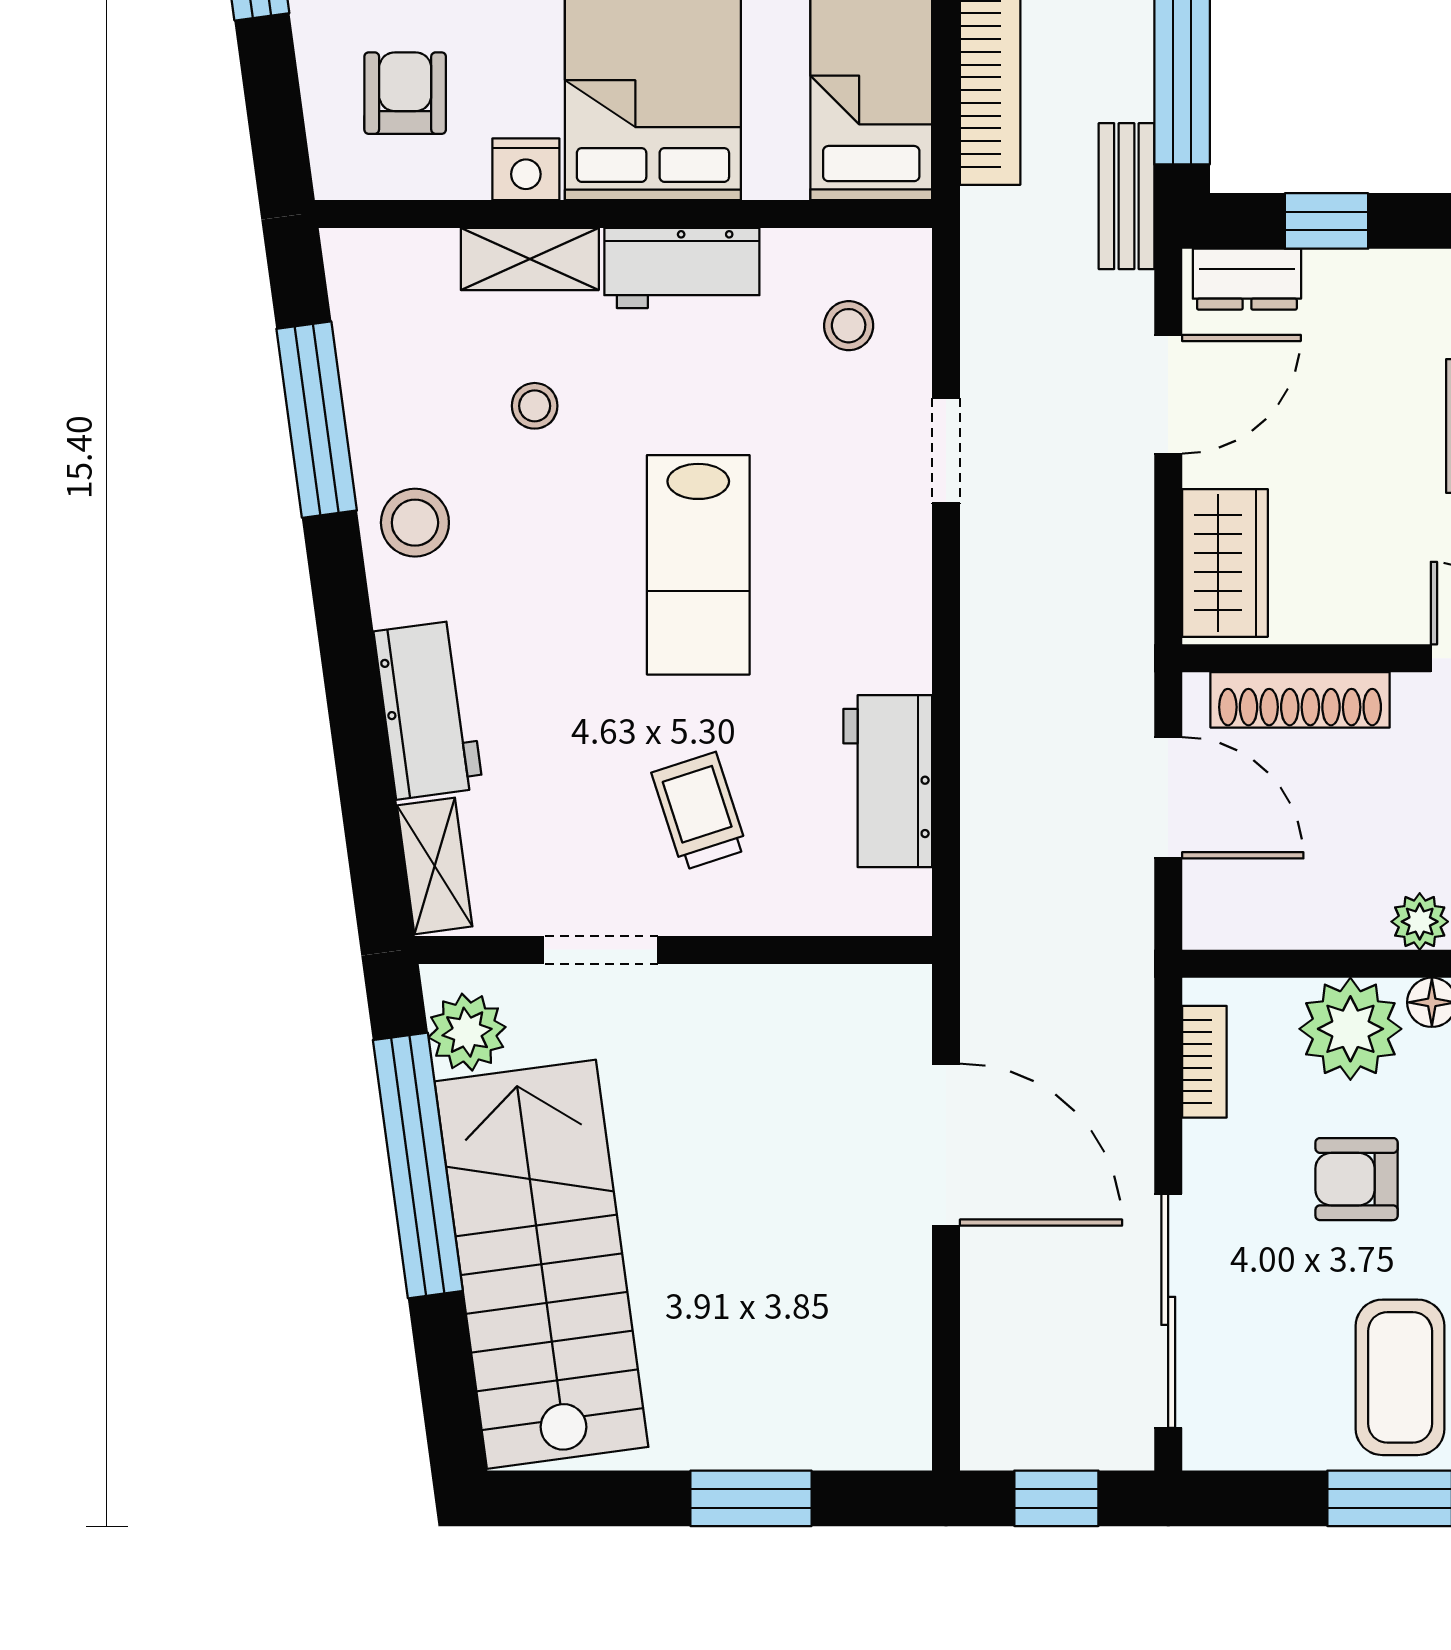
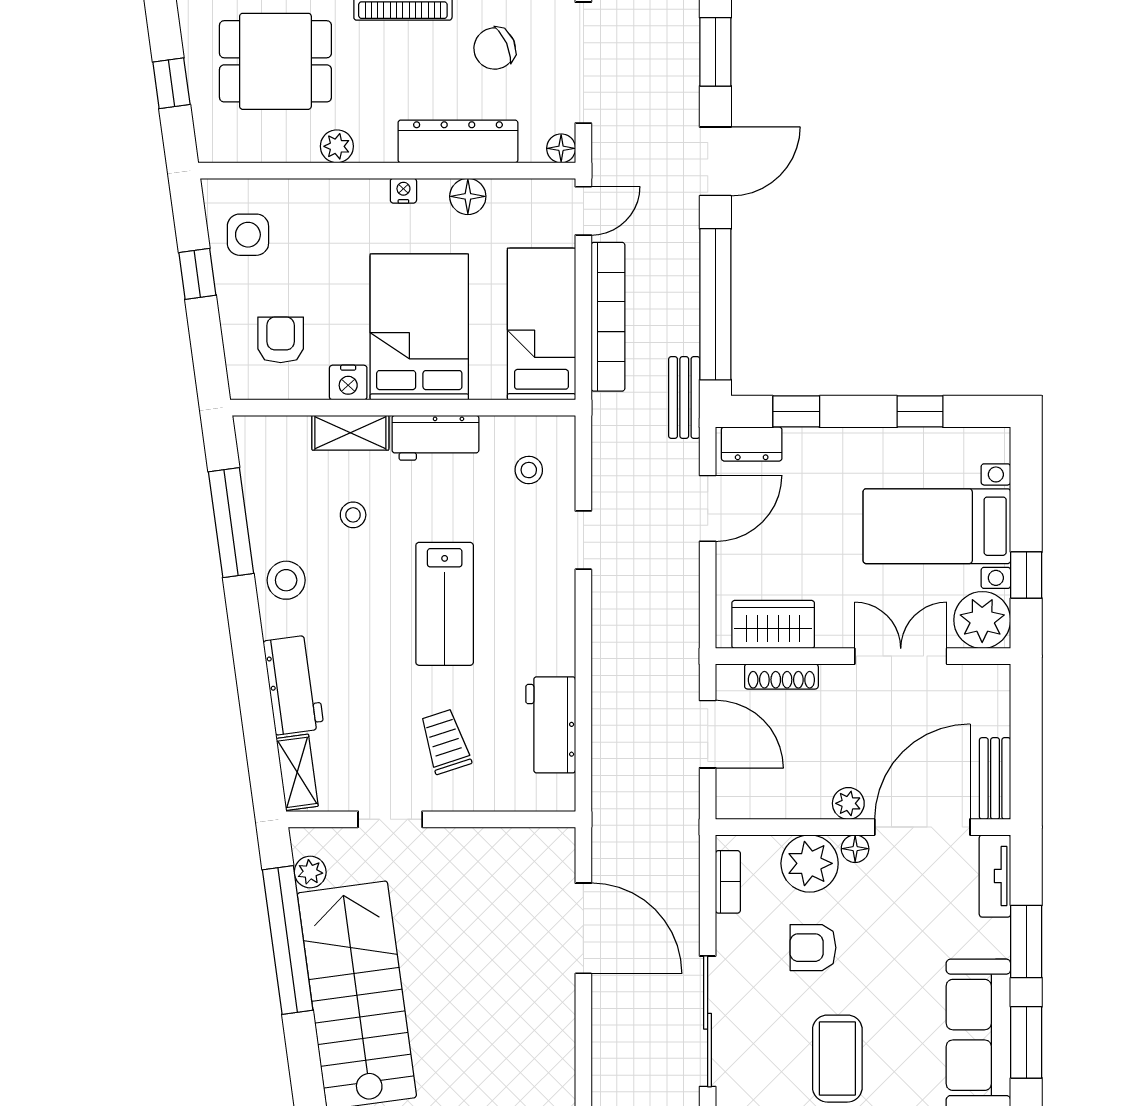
wardrobe: (1225, 563) -> (773, 624), moved, turned -90
shoe rack: (1300, 700) -> (781, 676), width x0.74, depth x0.81
plant: (467, 1032) -> (310, 872), width x0.73, depth x0.73

